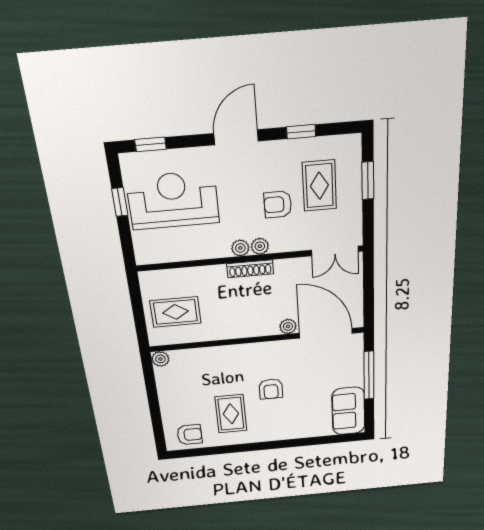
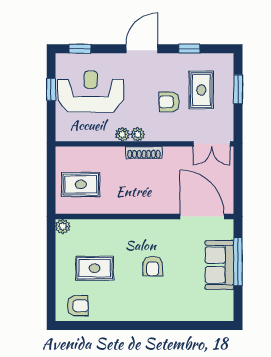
plant: (260, 246) -> (122, 134), moved
plant: (288, 326) -> (171, 207), removed
sofa: (348, 411) -> (219, 265), moved
rug: (231, 414) -> (95, 268), moved, turned 90

